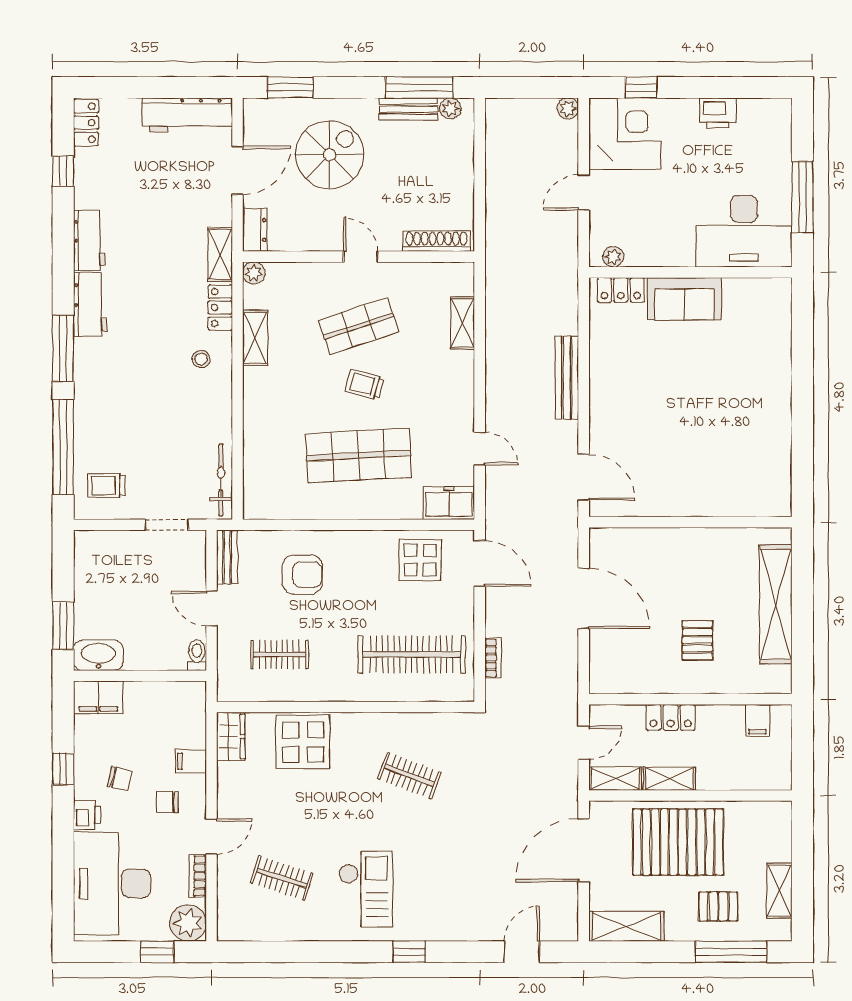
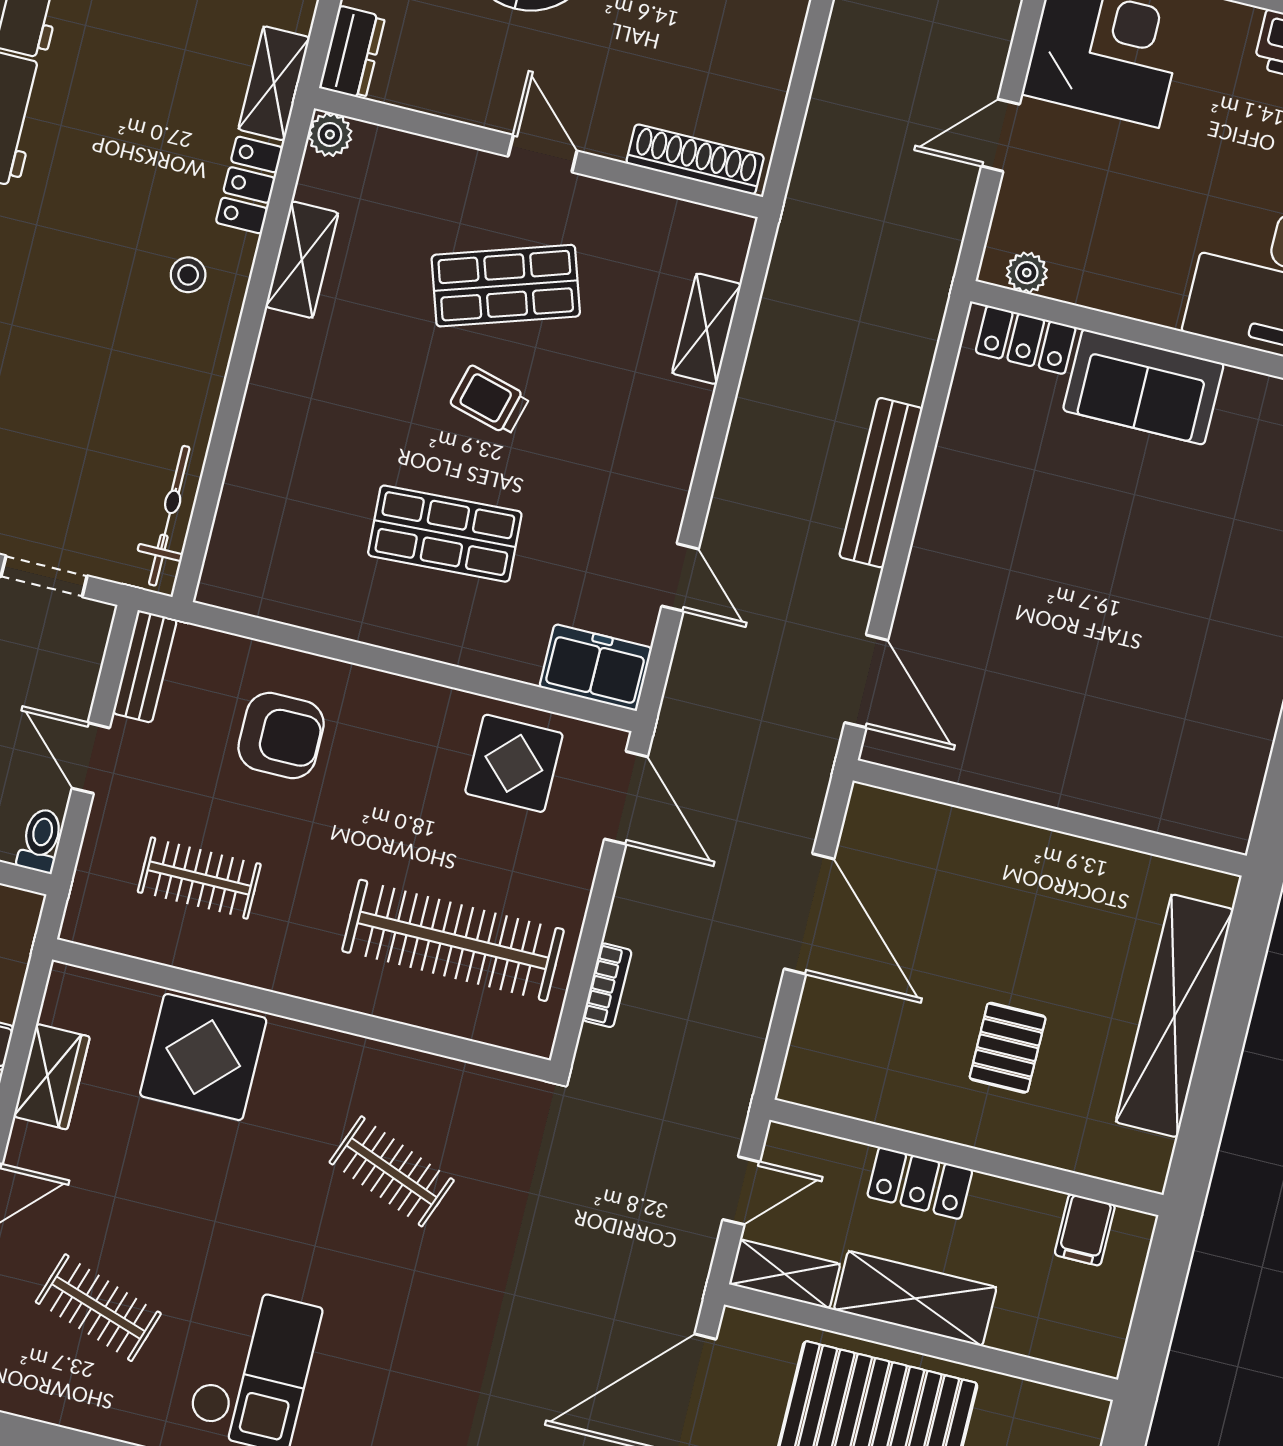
shop shelf: (359, 455) -> (445, 534), width x0.70, depth x0.74
wardrobe: (231, 736) -> (52, 1077), moved
shelving: (669, 779) -> (915, 1298), width x1.50, depth x1.33

